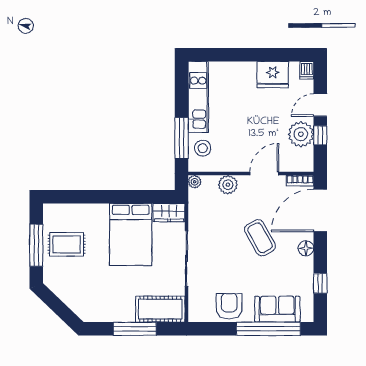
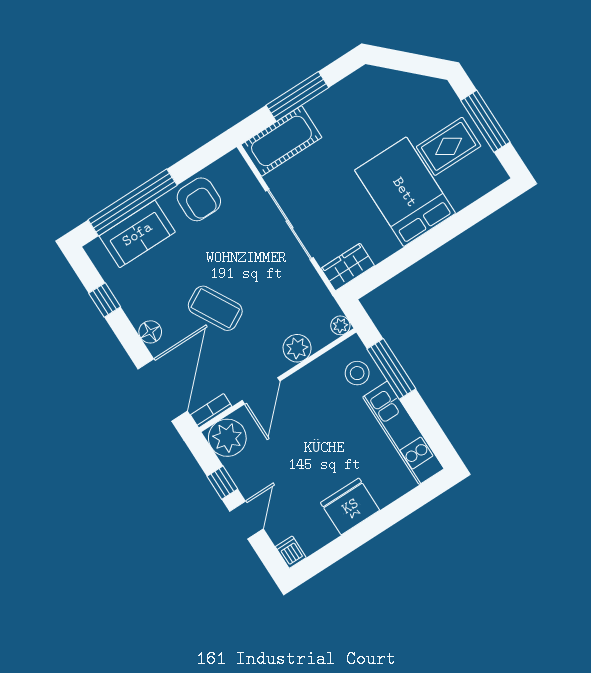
fridge: (273, 75) -> (350, 506), moved
plant: (301, 134) -> (227, 438), moved
bed: (131, 234) -> (405, 192), moved

